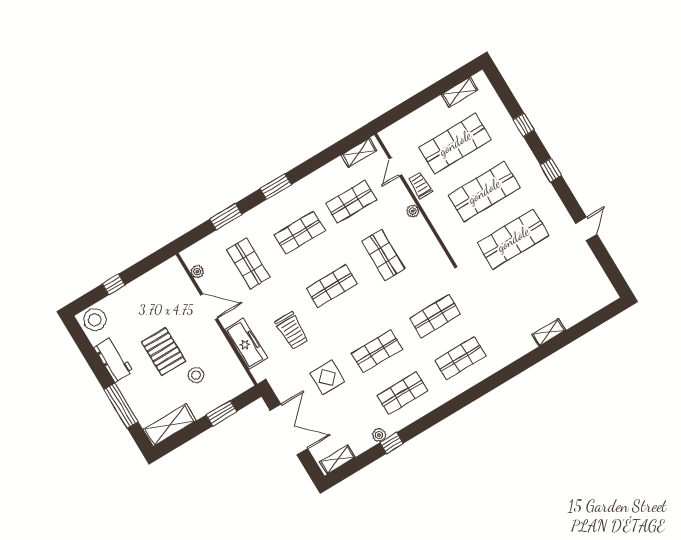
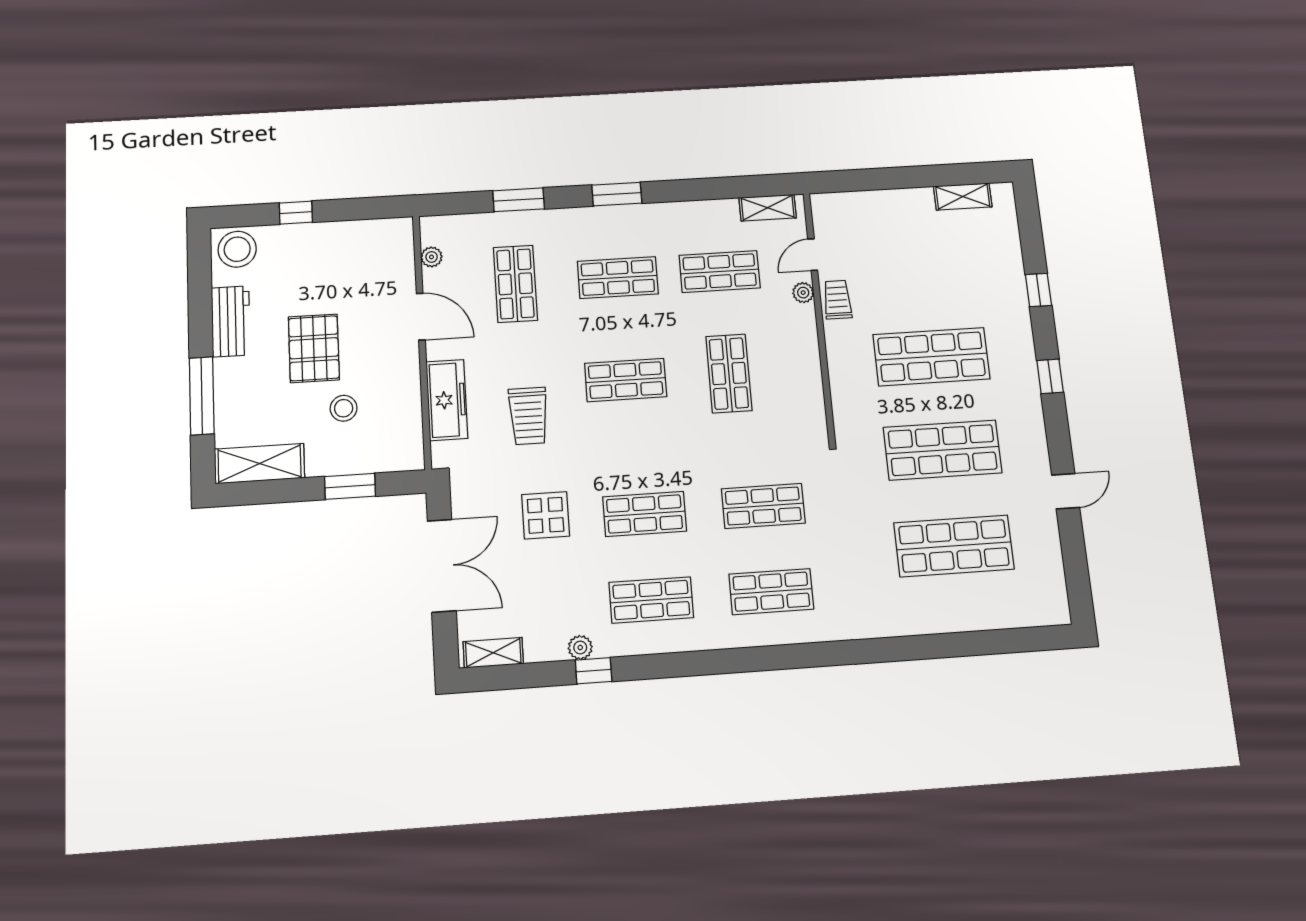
shop shelf: (455, 143) -> (954, 546), moved
plant: (413, 211) -> (803, 293), moved
shelving: (549, 332) -> (932, 622), removed

